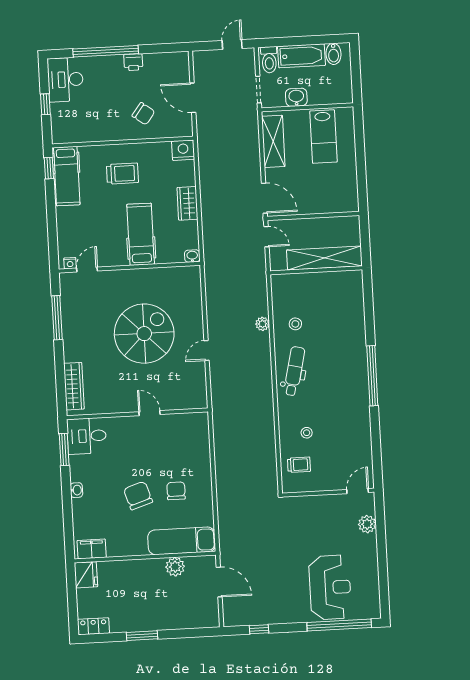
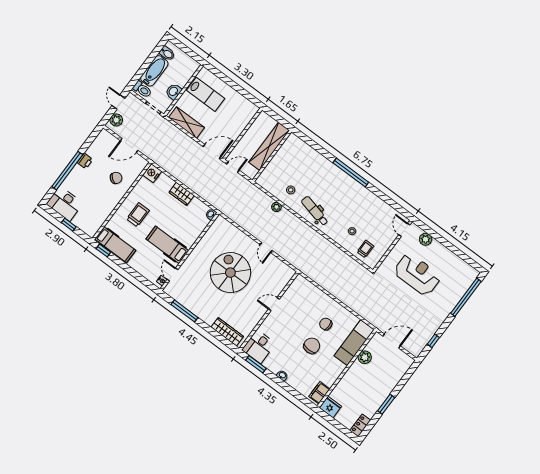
plant: (210, 59) -> (116, 120), added
hospital bed: (141, 234) -> (167, 245), moved
chair: (138, 496) -> (312, 346), turned 108
reception desk: (330, 587) -> (417, 274), moved

